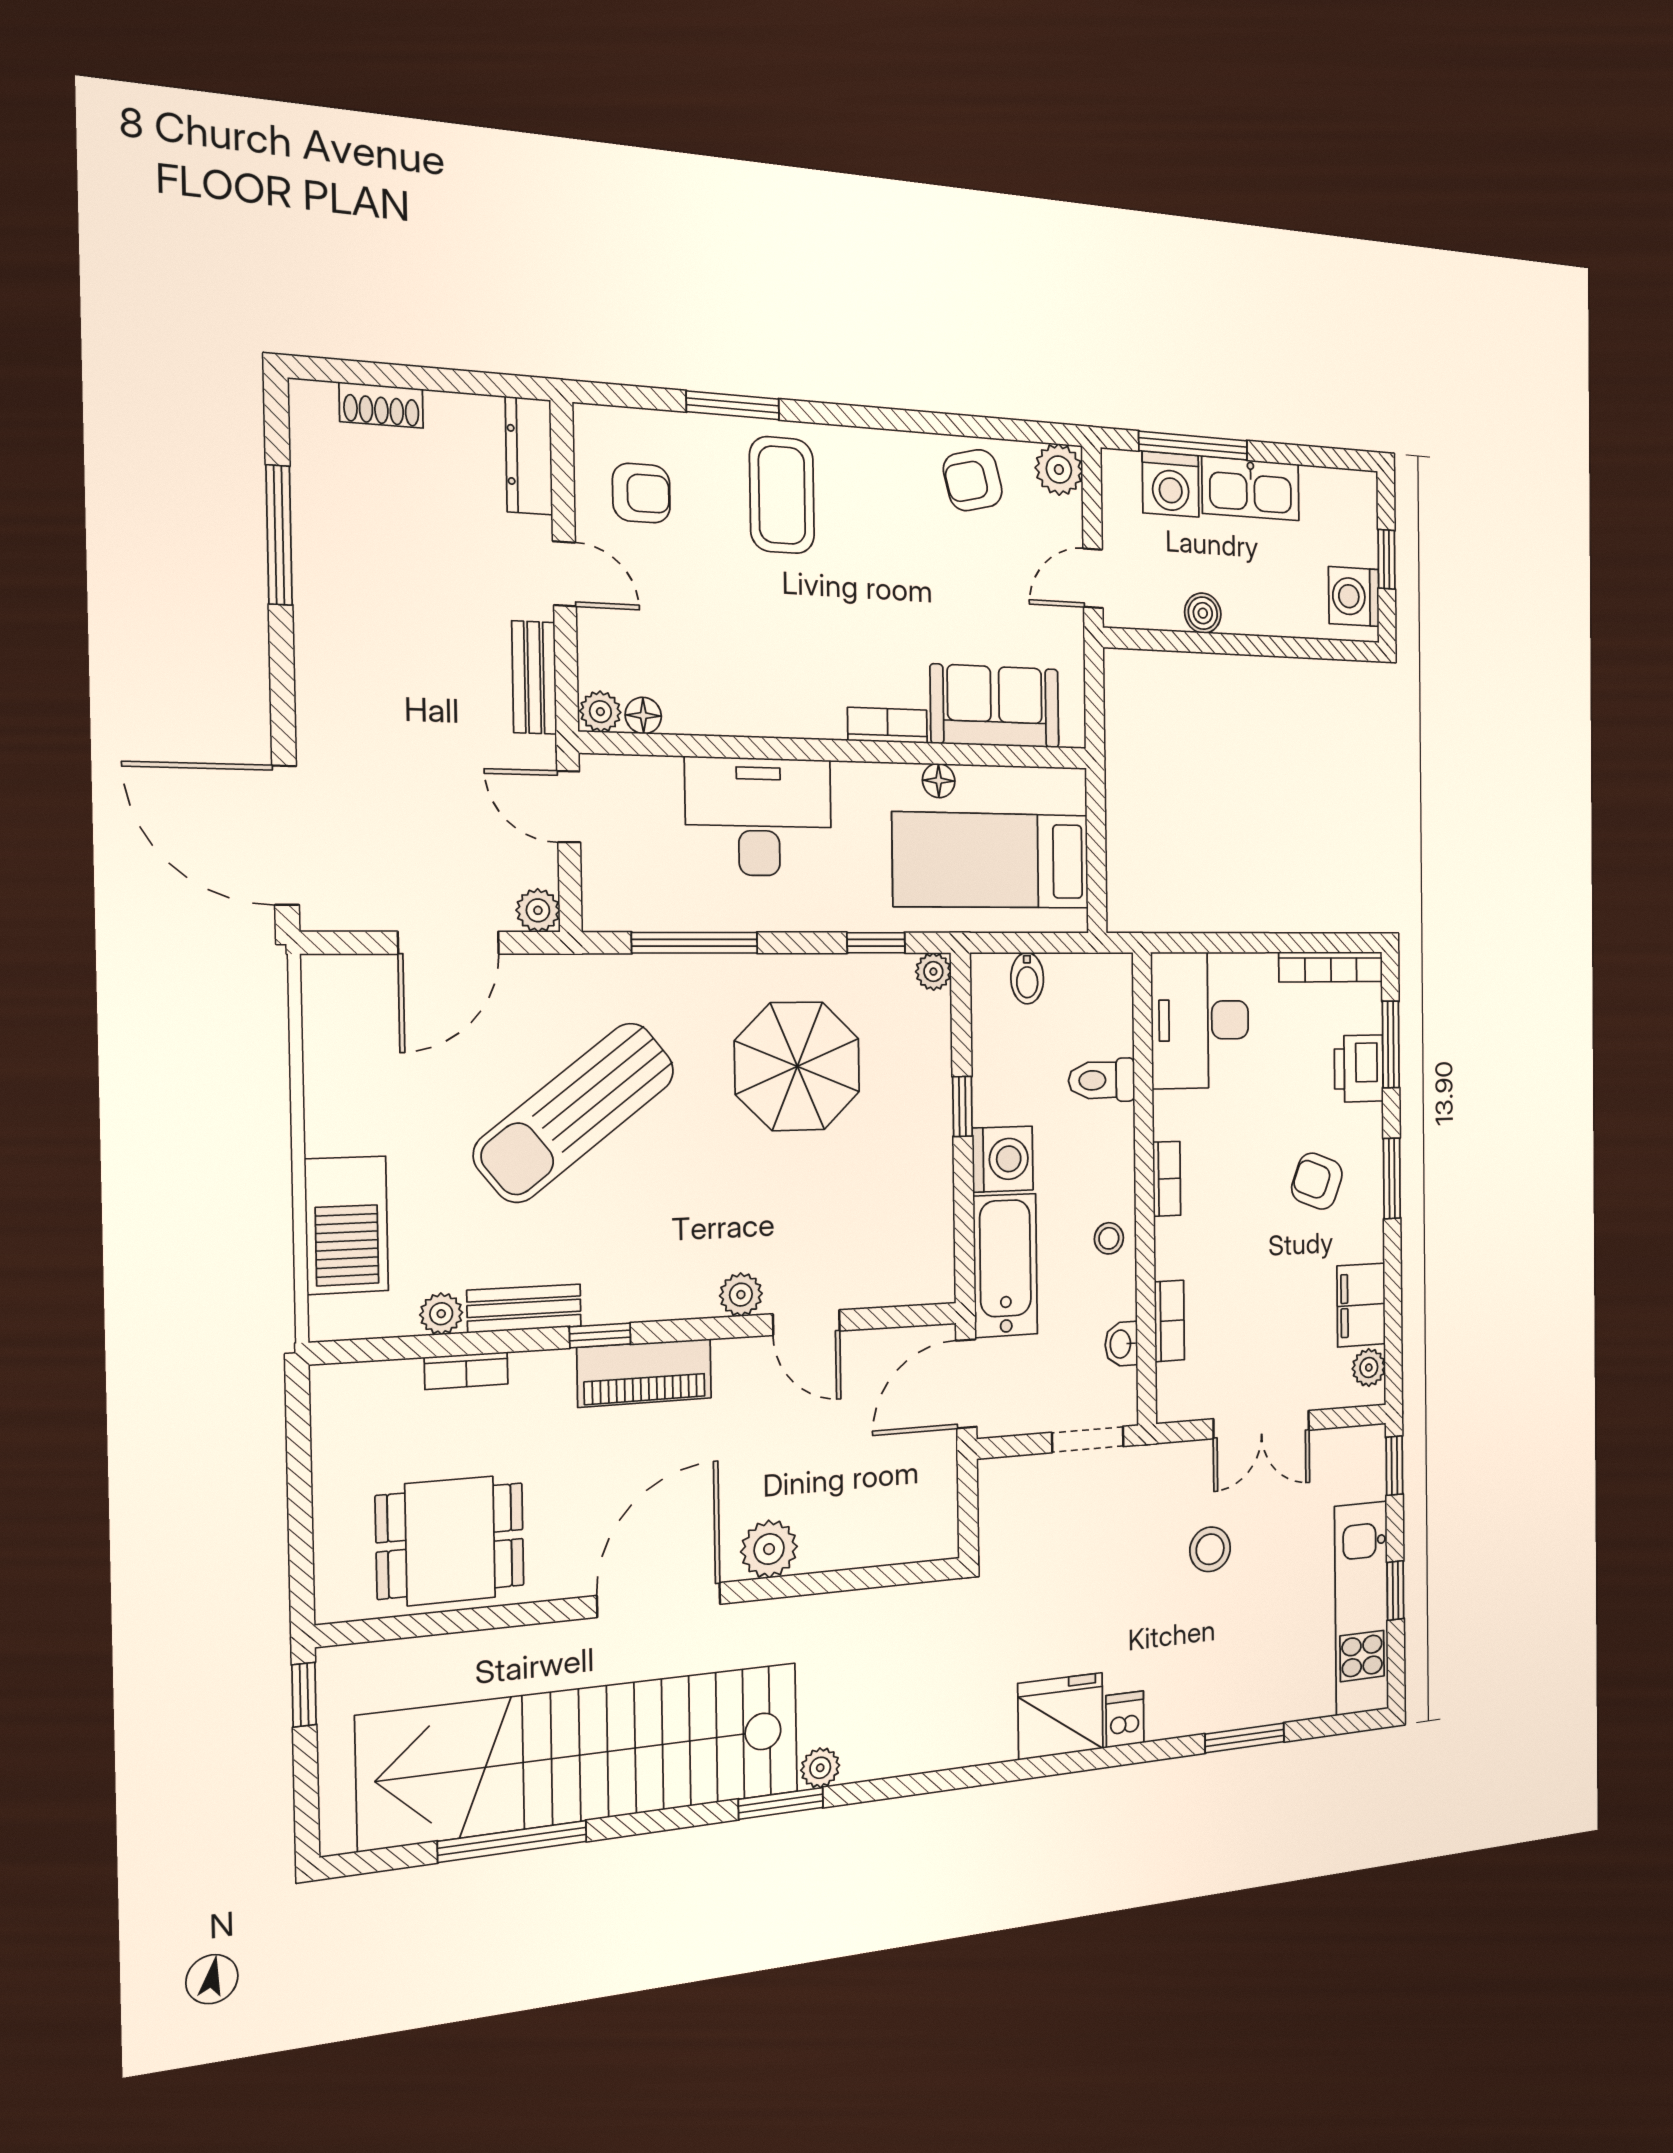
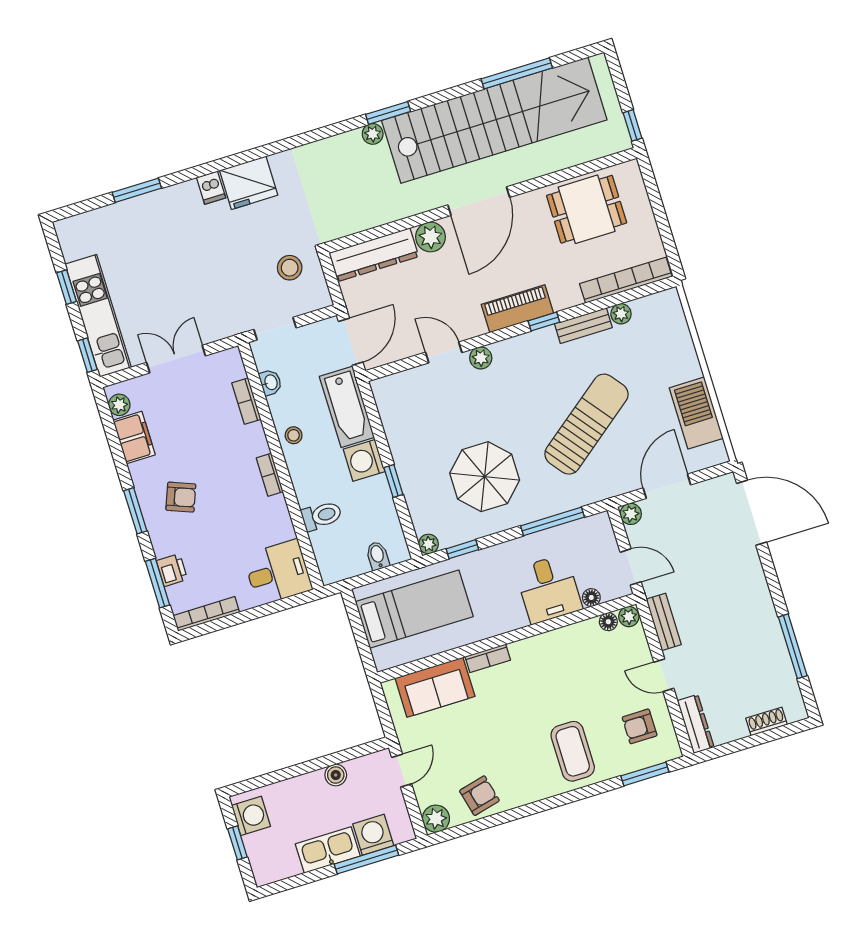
window: (733, 405) -> (645, 774), moved
floor lamp: (939, 781) -> (591, 598), moved
desk: (759, 817) -> (549, 589), width x0.73
desk: (1200, 1020) -> (278, 572), width x0.73
printer: (1359, 1068) -> (172, 570), width x0.73, depth x0.81
barbecue: (347, 1225) -> (696, 413), moved
bookcase: (466, 1371) -> (626, 280), width x2.31, depth x1.31
dresser: (881, 1537) -> (374, 255), added
stool: (1210, 1549) -> (290, 268), moved
kitchen unit: (1362, 1608) -> (98, 316), moved

